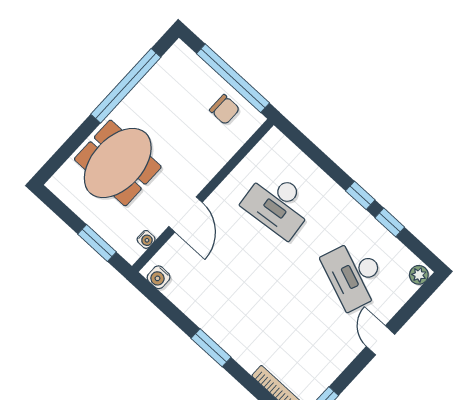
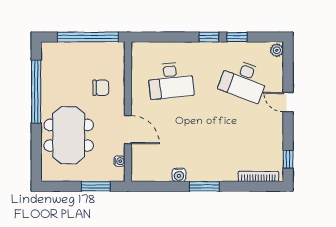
chair: (225, 110) -> (101, 88), moved
water cooler: (159, 277) -> (179, 175), moved

